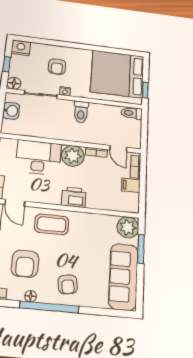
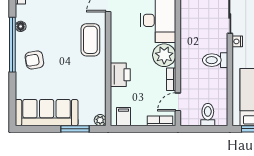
toilet: (132, 113) -> (208, 115), moved
filing cabinet: (131, 185) -> (124, 117), moved
printer: (74, 197) -> (120, 75), moved
plant: (128, 227) -> (100, 120), width x0.53, depth x0.53
armchair: (25, 264) -> (50, 18), removed

